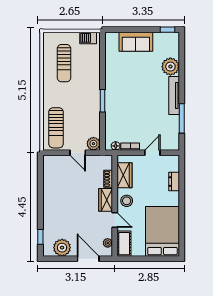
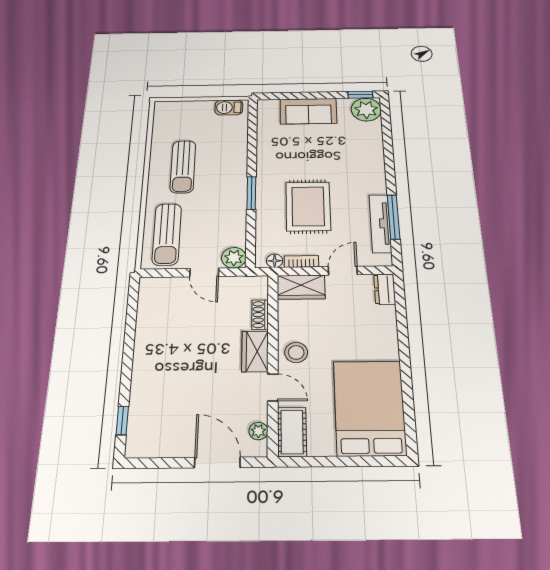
sun lounger: (64, 63) -> (183, 167), moved
plant: (170, 67) -> (366, 110), moved
tv unit: (174, 96) -> (380, 223), moved
rug: (134, 111) -> (308, 206), added
wardrobe: (124, 175) -> (301, 287), moved, turned 90
dresser: (174, 182) -> (385, 289), moved
plant: (62, 248) -> (165, 441), removed

